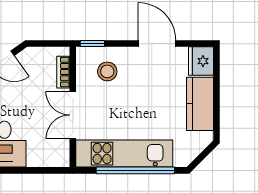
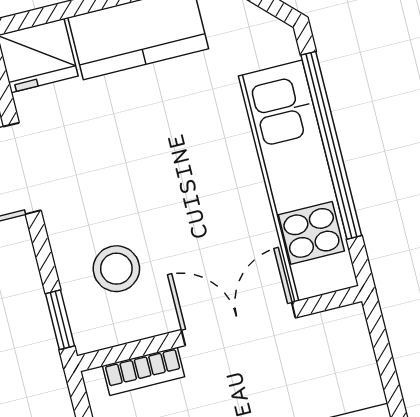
double door: (73, 115) -> (238, 324), swing flipped

